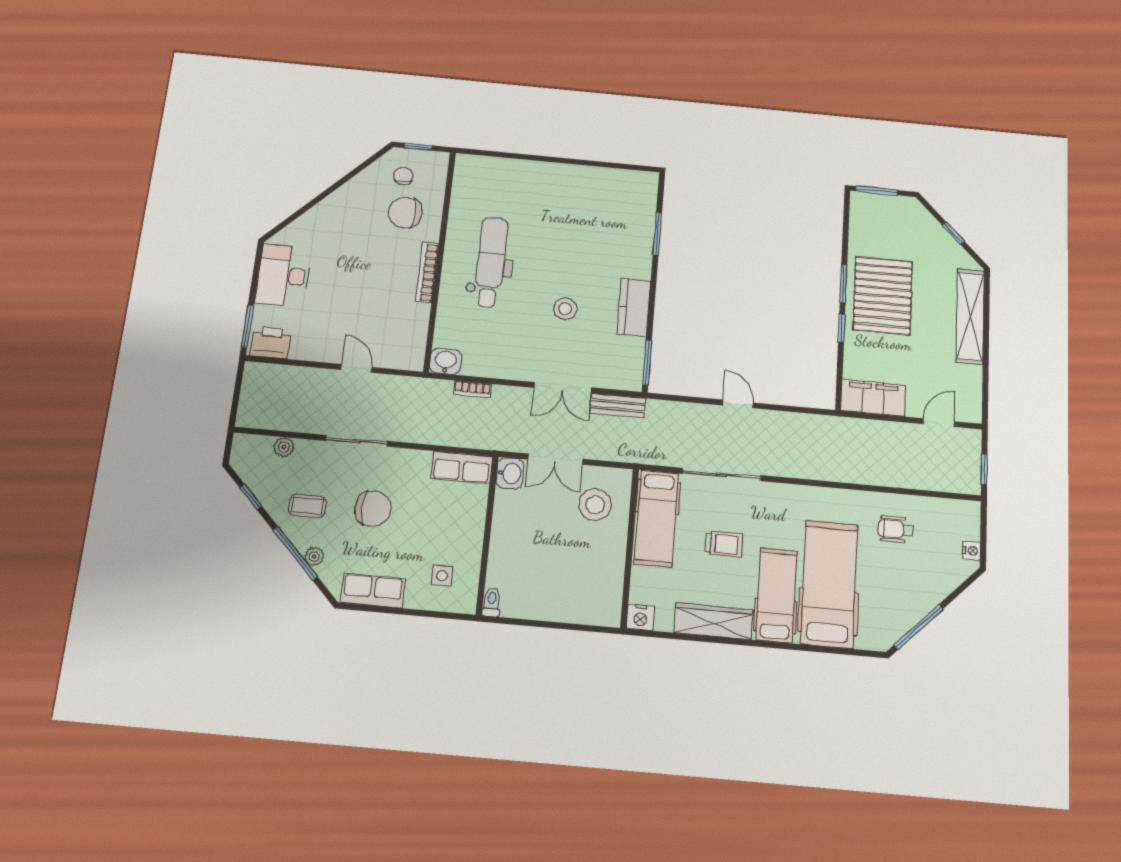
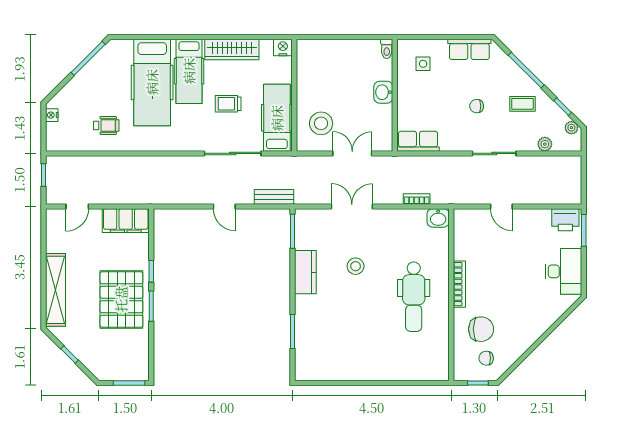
chair: (403, 176) -> (486, 358), turned 90
bench: (618, 406) -> (274, 197), moved
washbasin: (510, 473) -> (383, 92), moved
chair: (373, 509) -> (477, 106), width x0.54, depth x0.54
plant: (314, 556) -> (571, 128), moved

